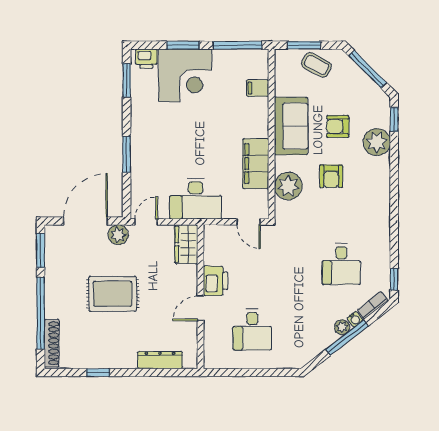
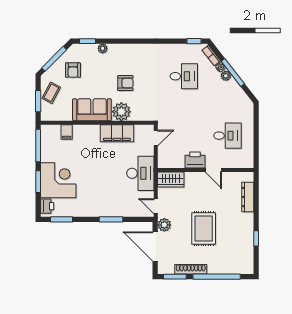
armchair: (338, 126) -> (73, 70), moved
plant: (377, 142) -> (103, 48), width x0.53, depth x0.53
plant: (288, 186) -> (121, 112), moved
shoe rack: (52, 343) -> (191, 269), moved

